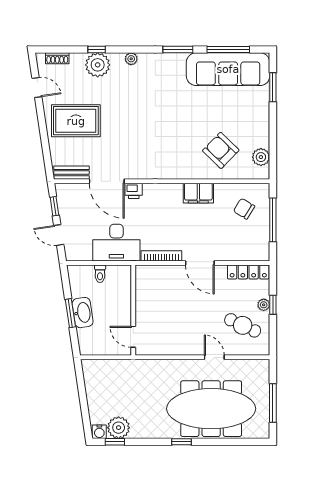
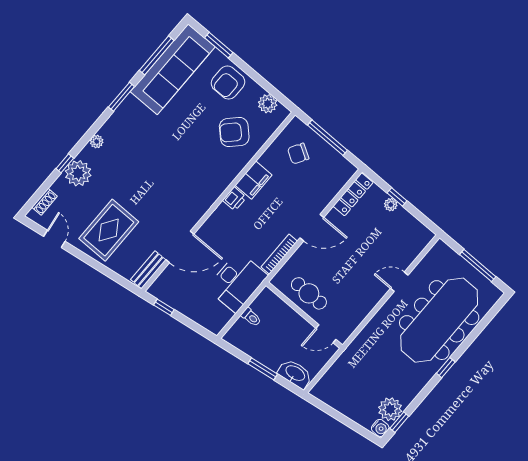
door: (37, 88) -> (54, 239), hinge flipped
armchair: (252, 116) -> (228, 83), added
printer: (134, 191) -> (234, 199), moved
door: (59, 235) -> (190, 324), removed
washbasin: (83, 313) -> (295, 374), moved
cafe table: (243, 325) -> (309, 293), moved, turned 65

